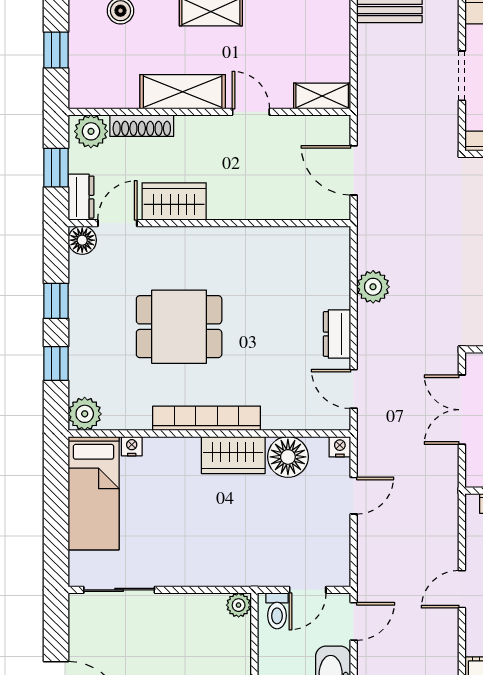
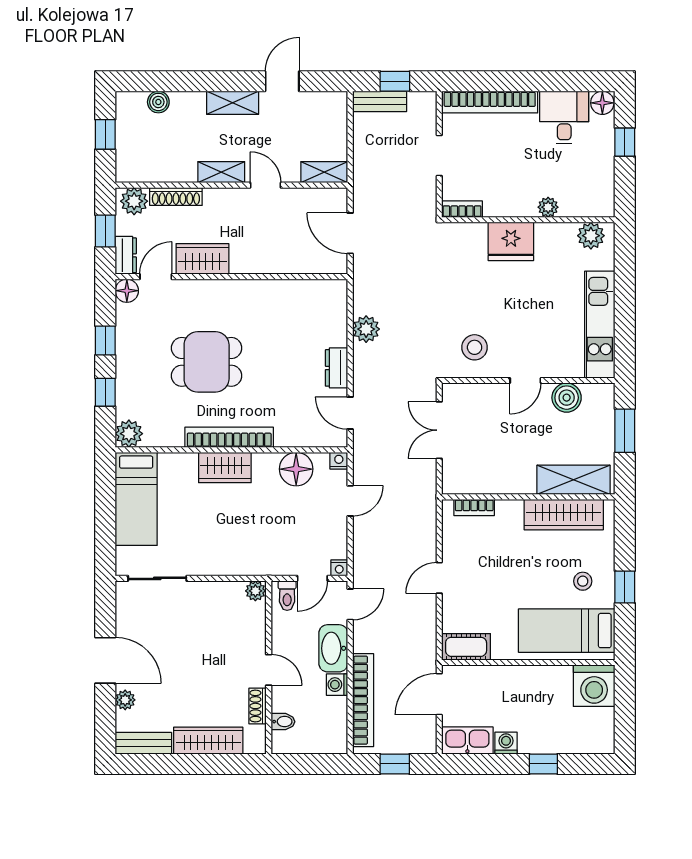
shelving: (183, 92) -> (221, 172), width x0.67, depth x0.75
nightstand: (132, 446) -> (339, 568), moved, turned 180
wardrobe: (233, 455) -> (225, 467), moved

